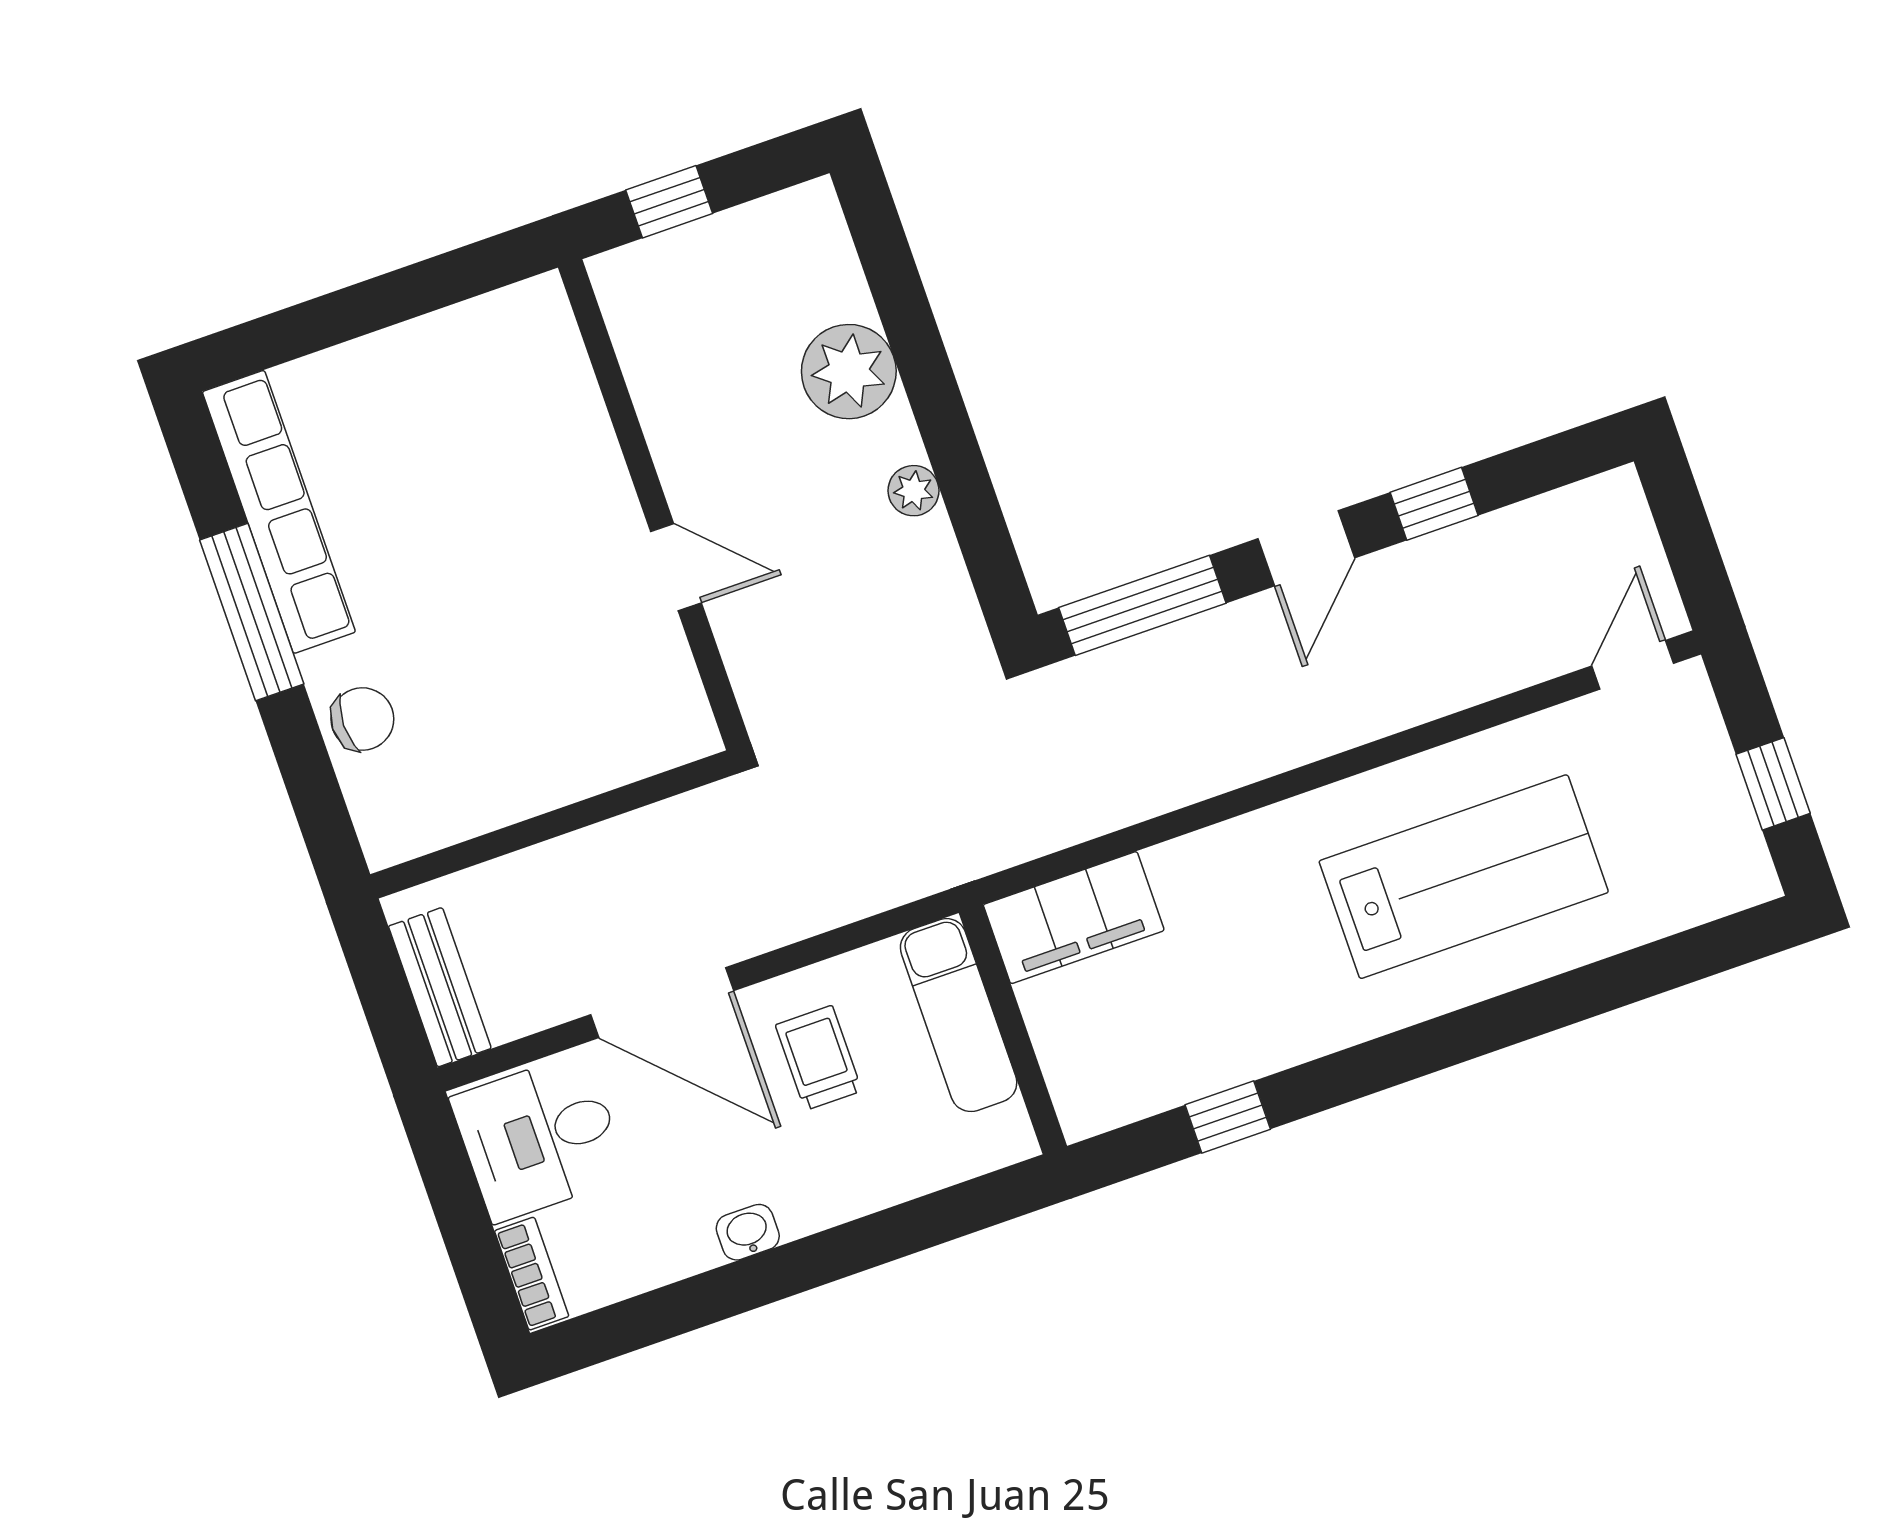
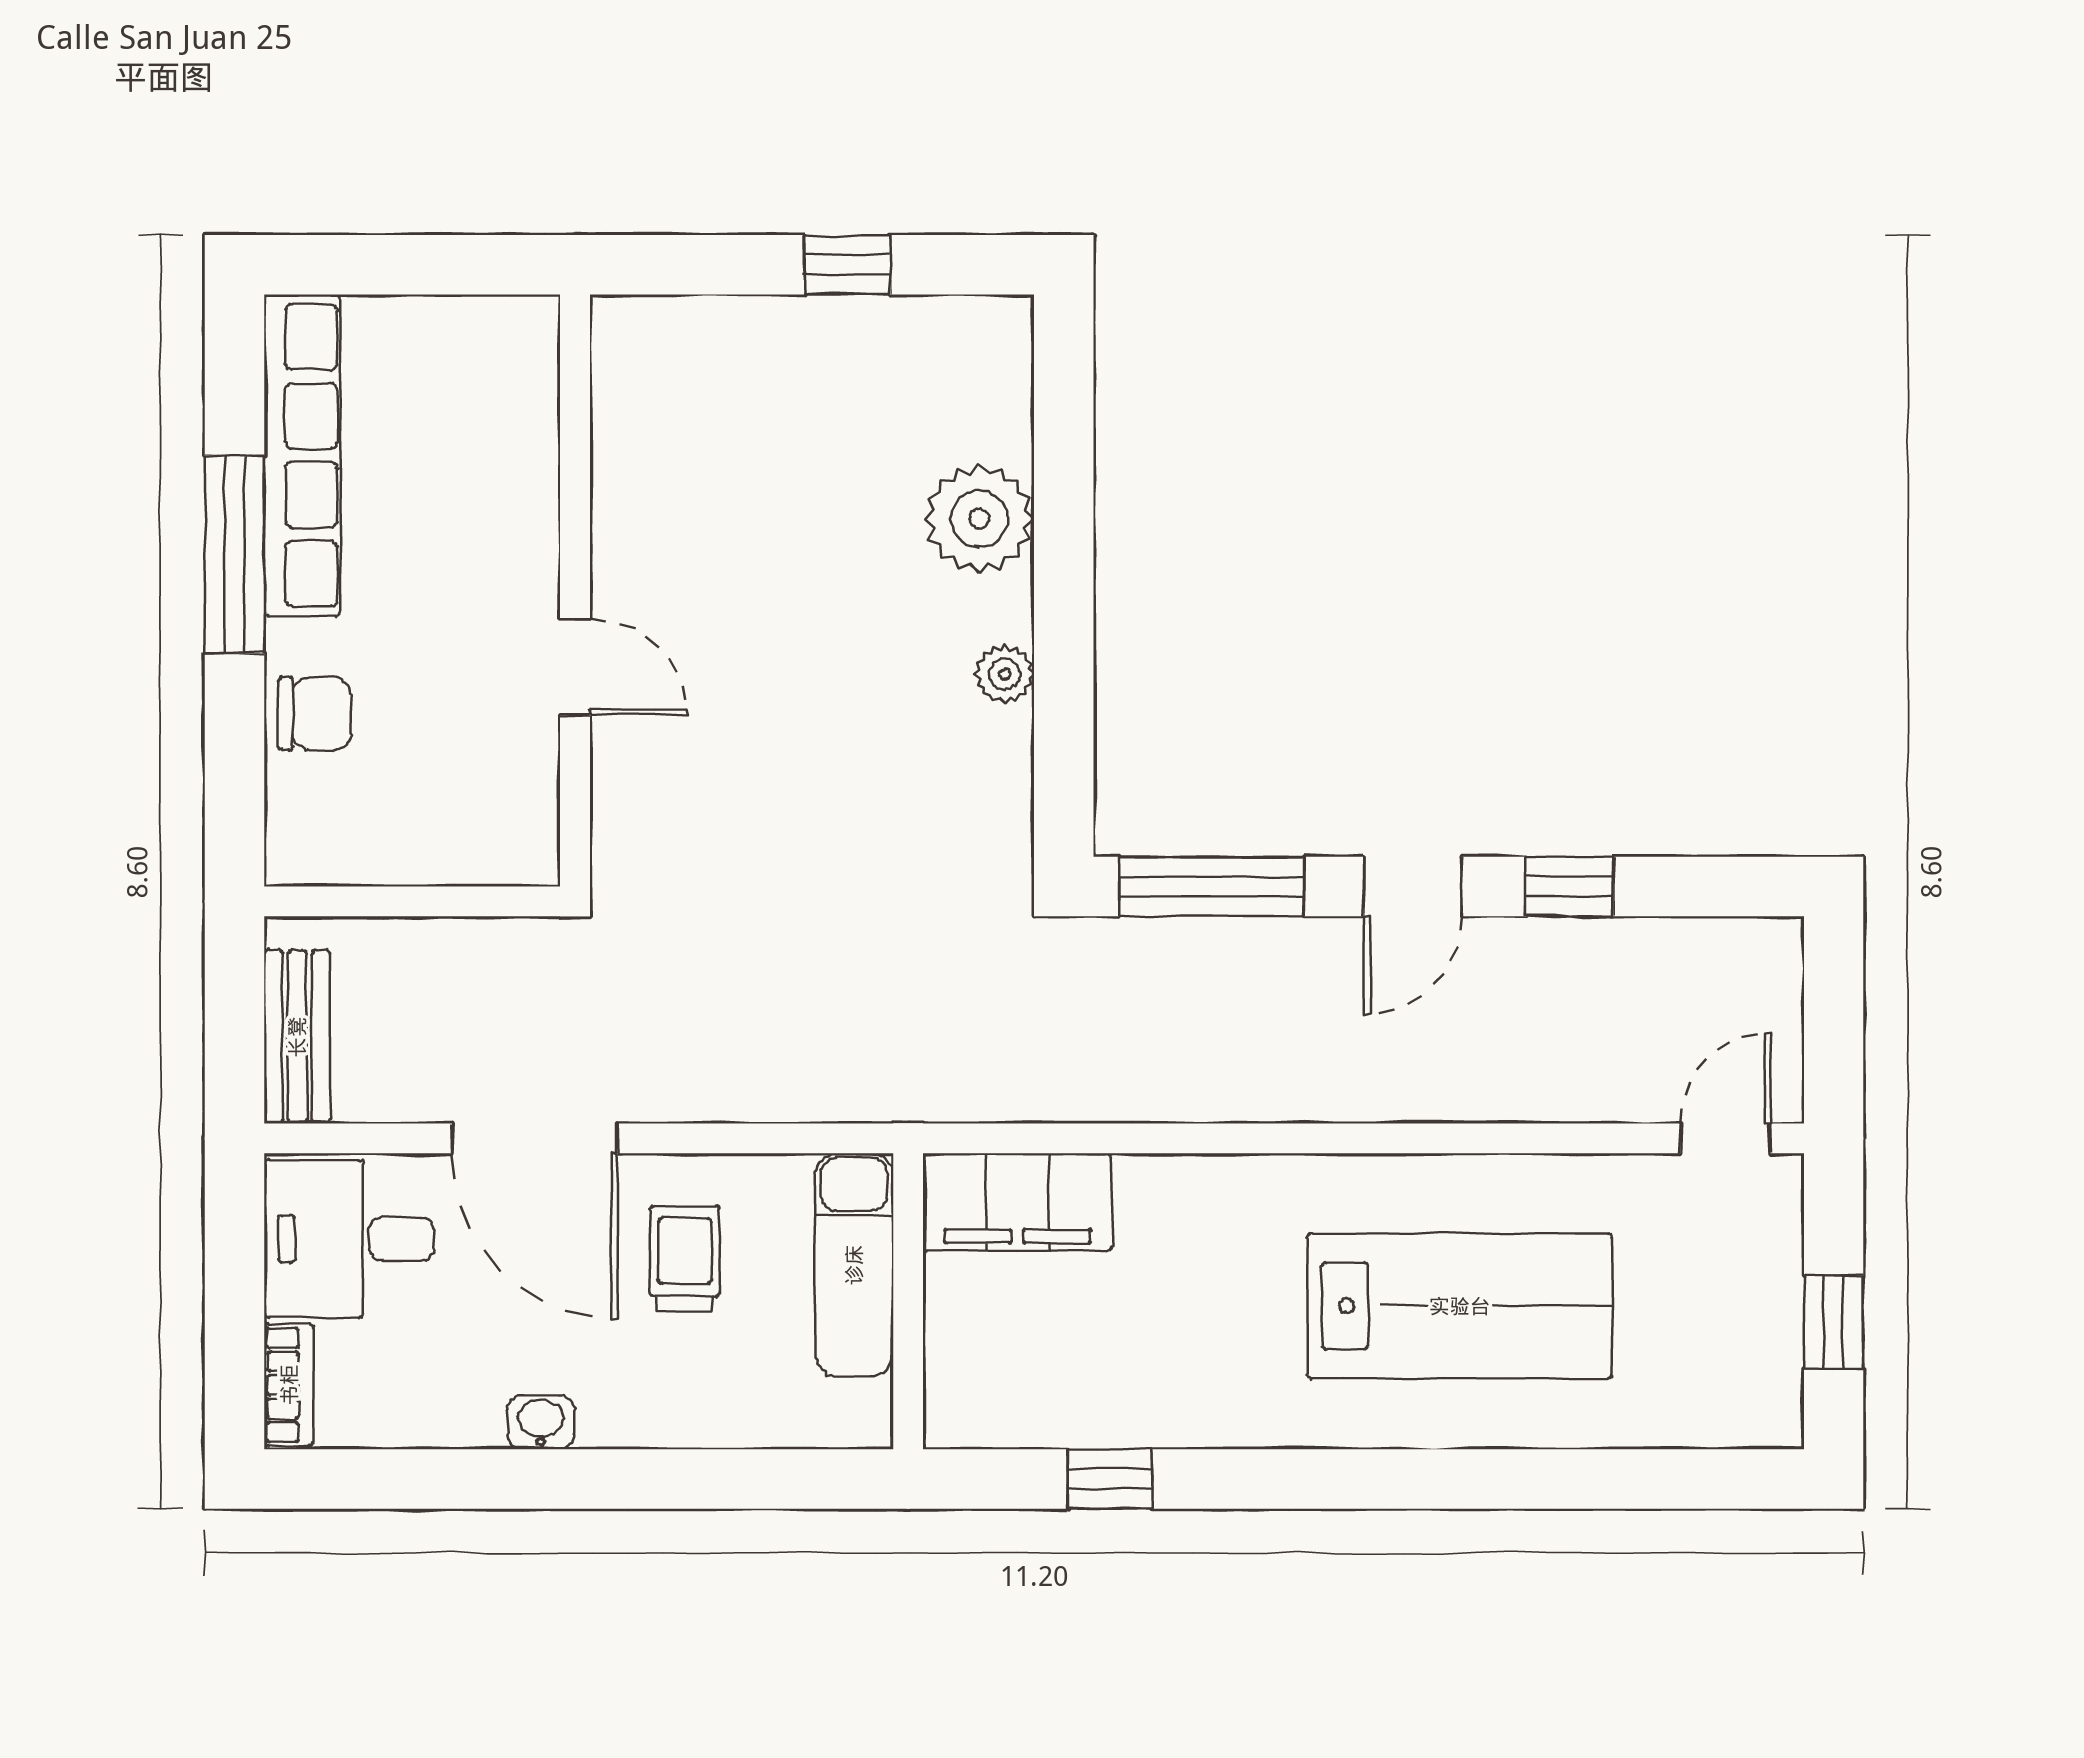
wall: (654, 505) -> (575, 590), moved
door: (676, 567) -> (575, 667), moved

